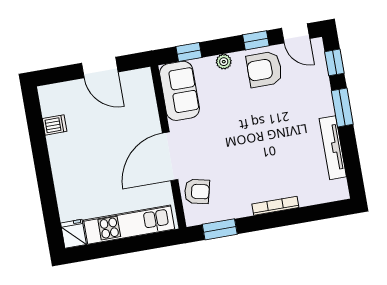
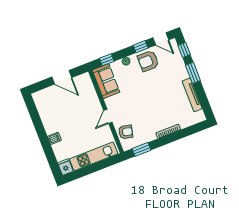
dishwasher: (55, 125) -> (54, 138), moved
door: (170, 156) -> (108, 116), width x0.53

